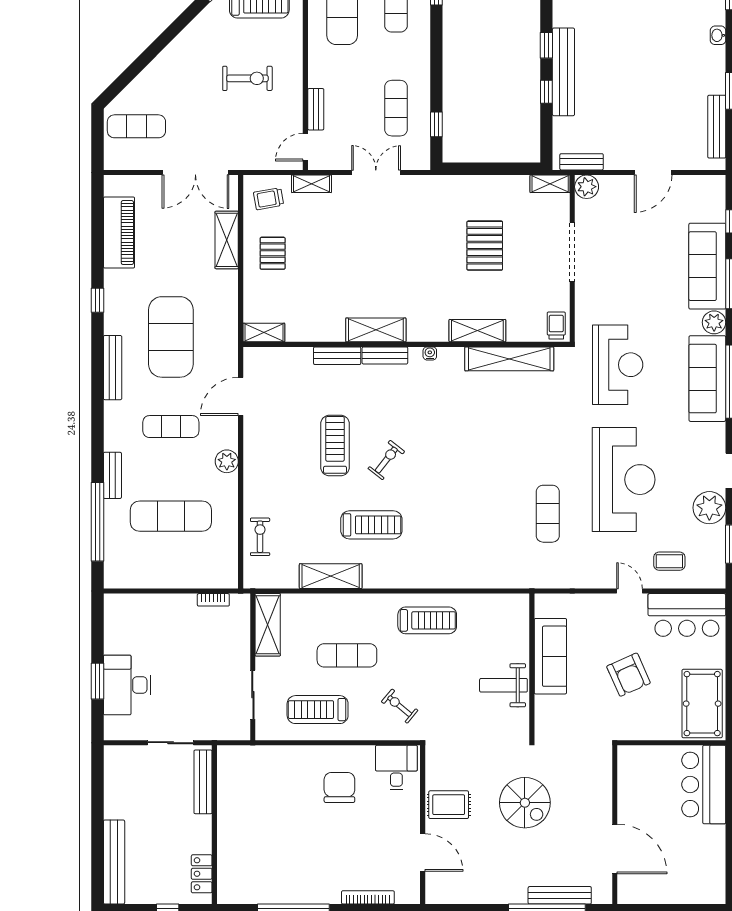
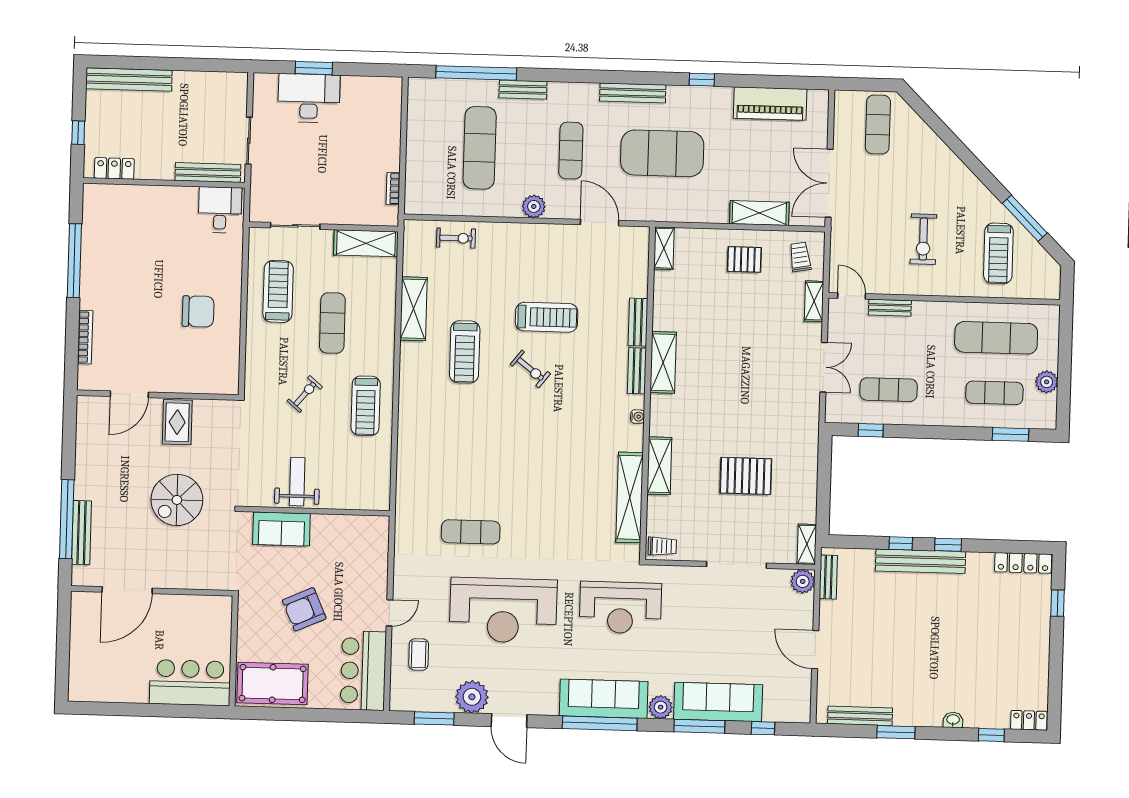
sofa: (550, 656) -> (281, 529), moved, width x0.73
exercise bike: (400, 706) -> (305, 394), moved
desk: (396, 768) -> (220, 210), moved, turned -90

